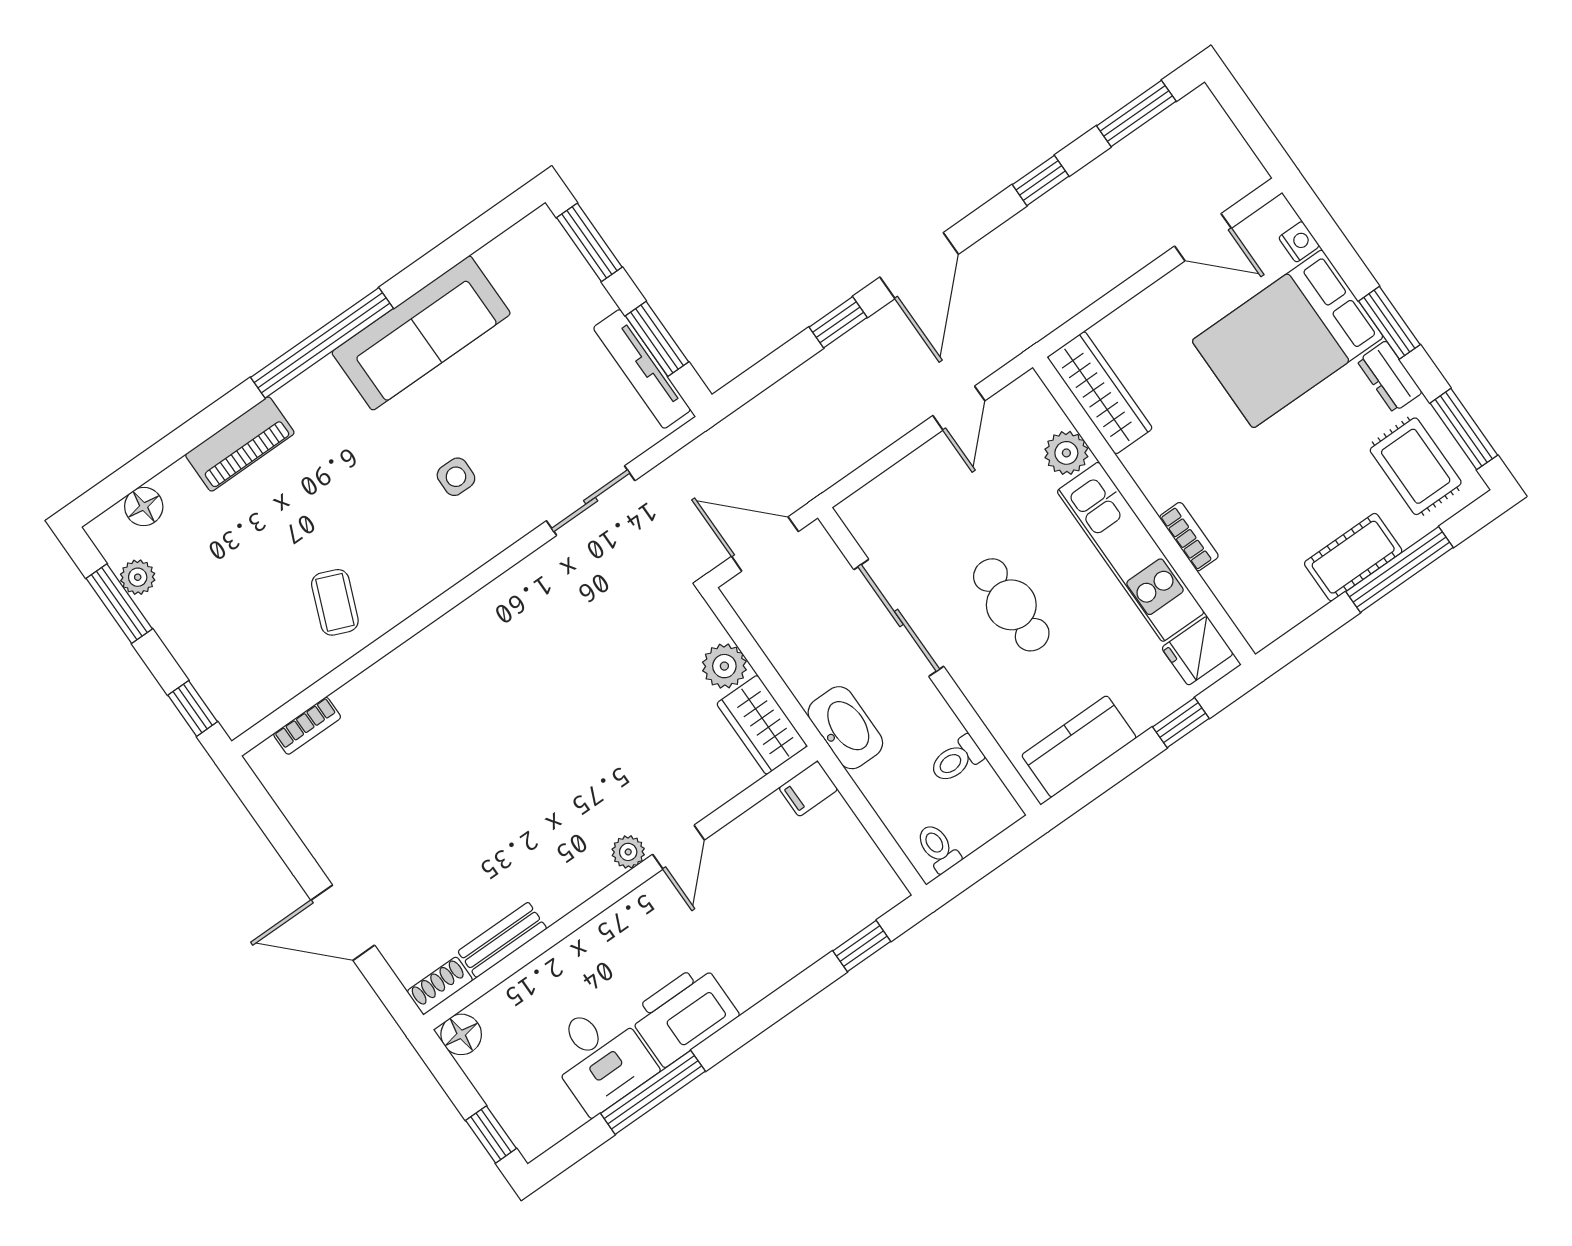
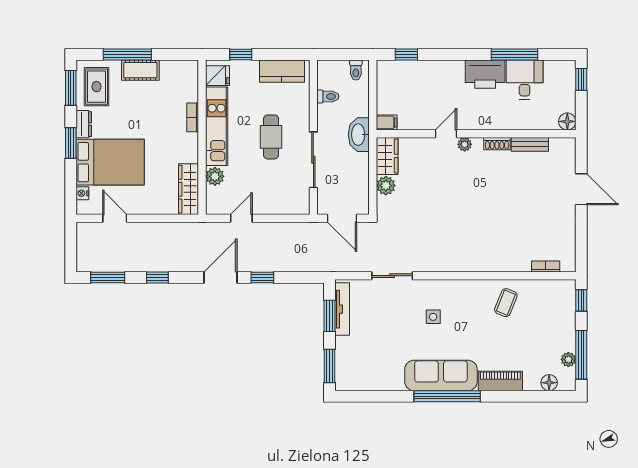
sofa: (421, 333) -> (441, 375), moved
window: (119, 604) -> (581, 355), width x1.44
shoe rack: (440, 986) -> (497, 144), moved

